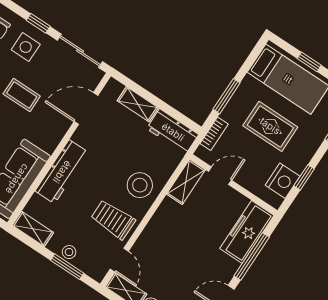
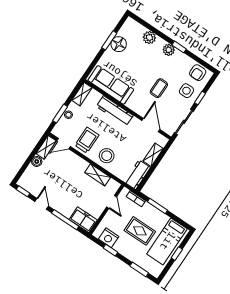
rug: (270, 126) -> (140, 231), turned 90
shelving: (186, 182) -> (98, 175), moved
freezer: (247, 232) -> (83, 220), width x0.71

